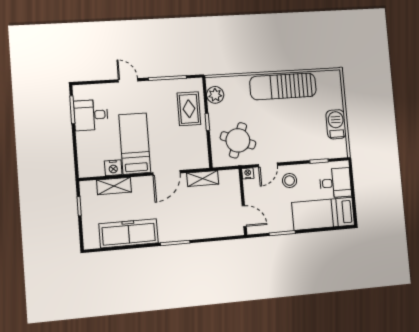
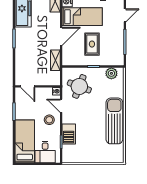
rug: (189, 109) -> (92, 44), moved, turned 90
barbecue: (336, 124) -> (69, 134), moved, turned 90
door: (166, 173) -> (61, 36), swing flipped
door: (244, 216) -> (28, 86), hinge flipped

